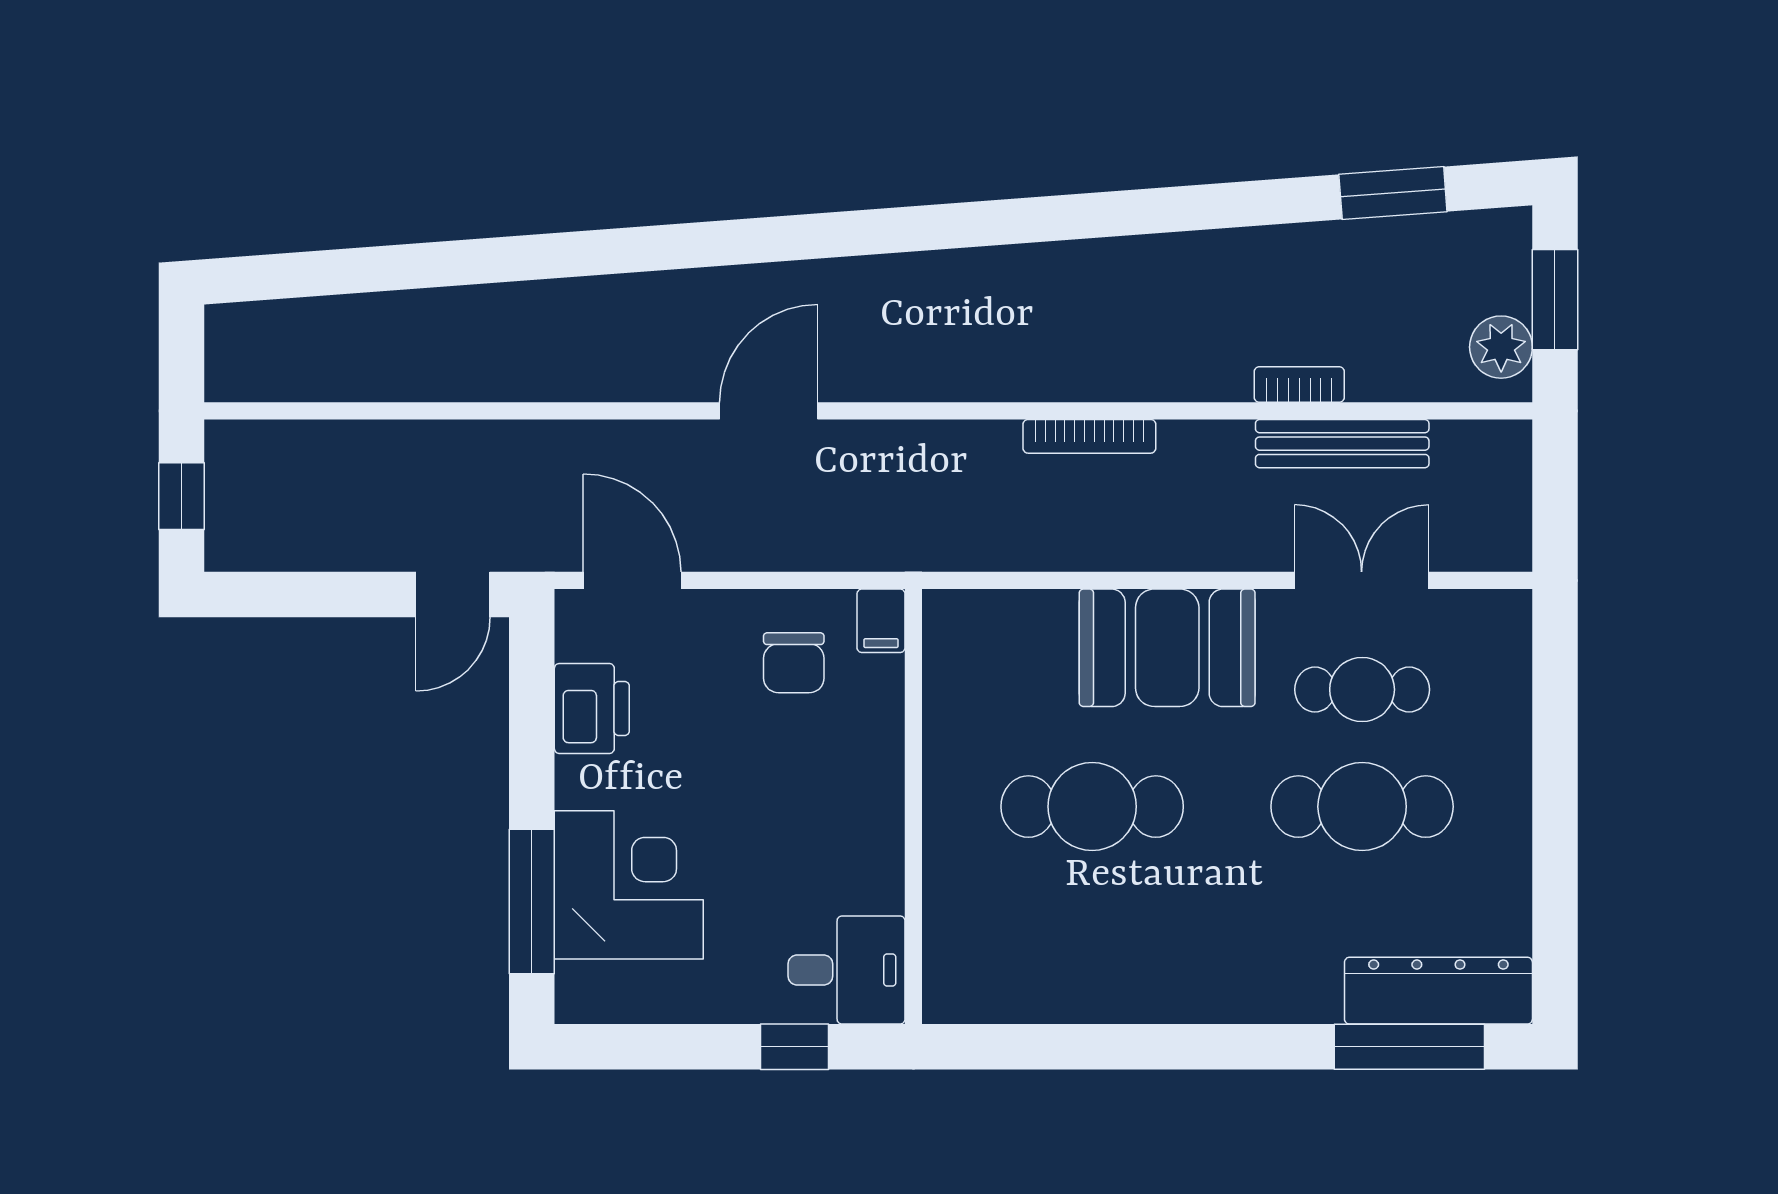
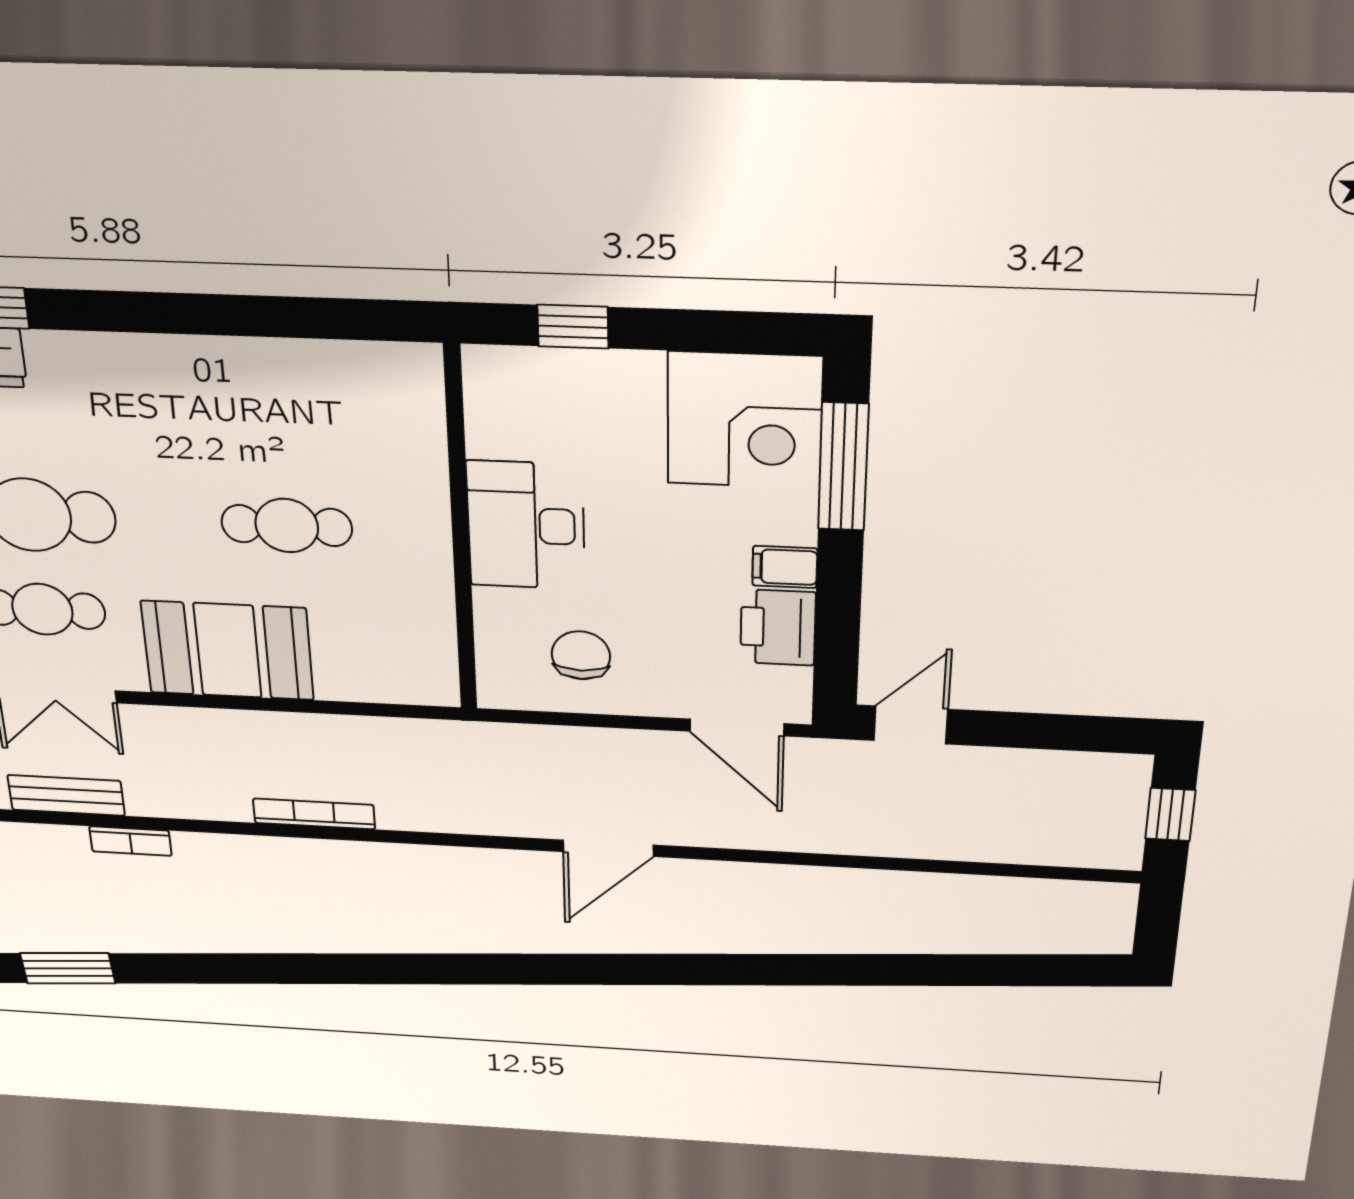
bench: (1342, 444) -> (66, 795), width x0.73
filing cabinet: (881, 621) -> (785, 567), moved, turned -90
cafe table: (1092, 807) -> (287, 526), width x0.73, depth x0.74
corner desk: (629, 885) -> (744, 420), moved, turned -90
desk: (847, 970) -> (526, 525), moved, width x1.37

